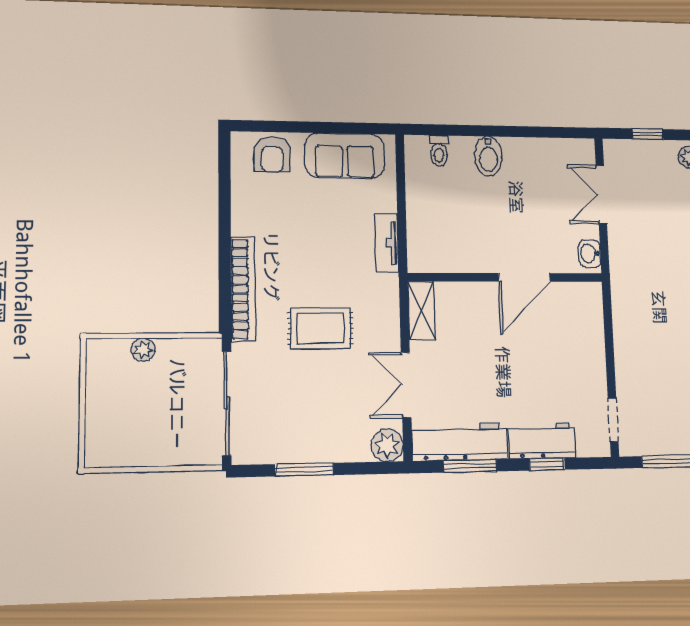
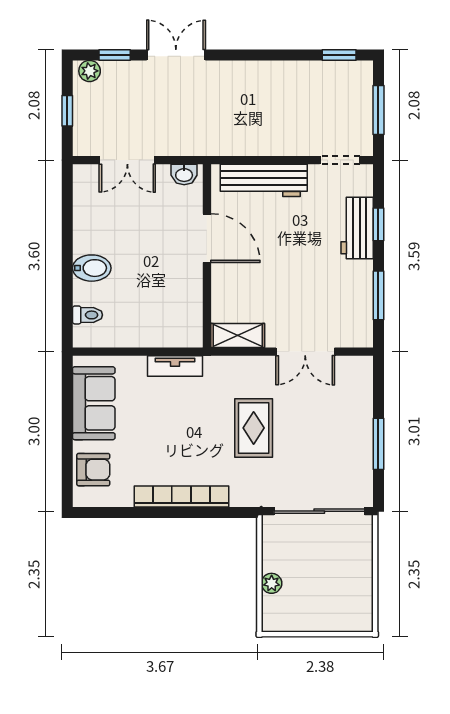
bookcase: (243, 289) -> (181, 496), moved
workbench: (460, 442) -> (264, 180), moved, turned -90
plant: (387, 445) -> (359, 370), removed

